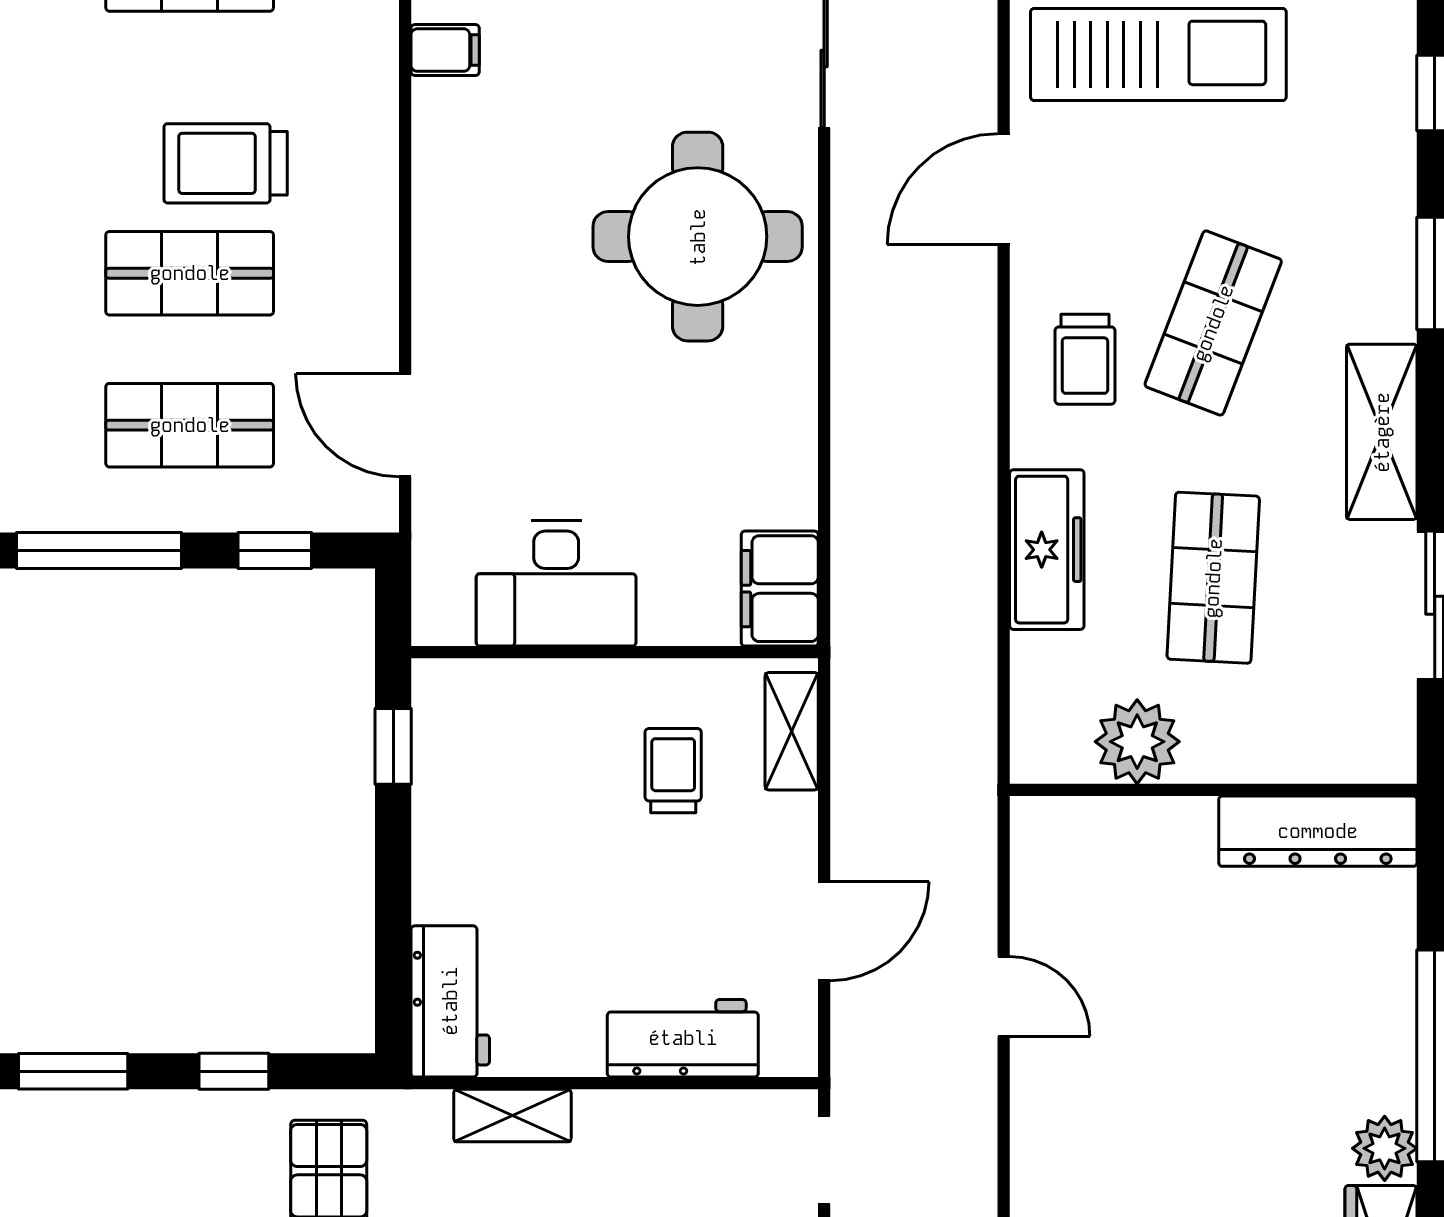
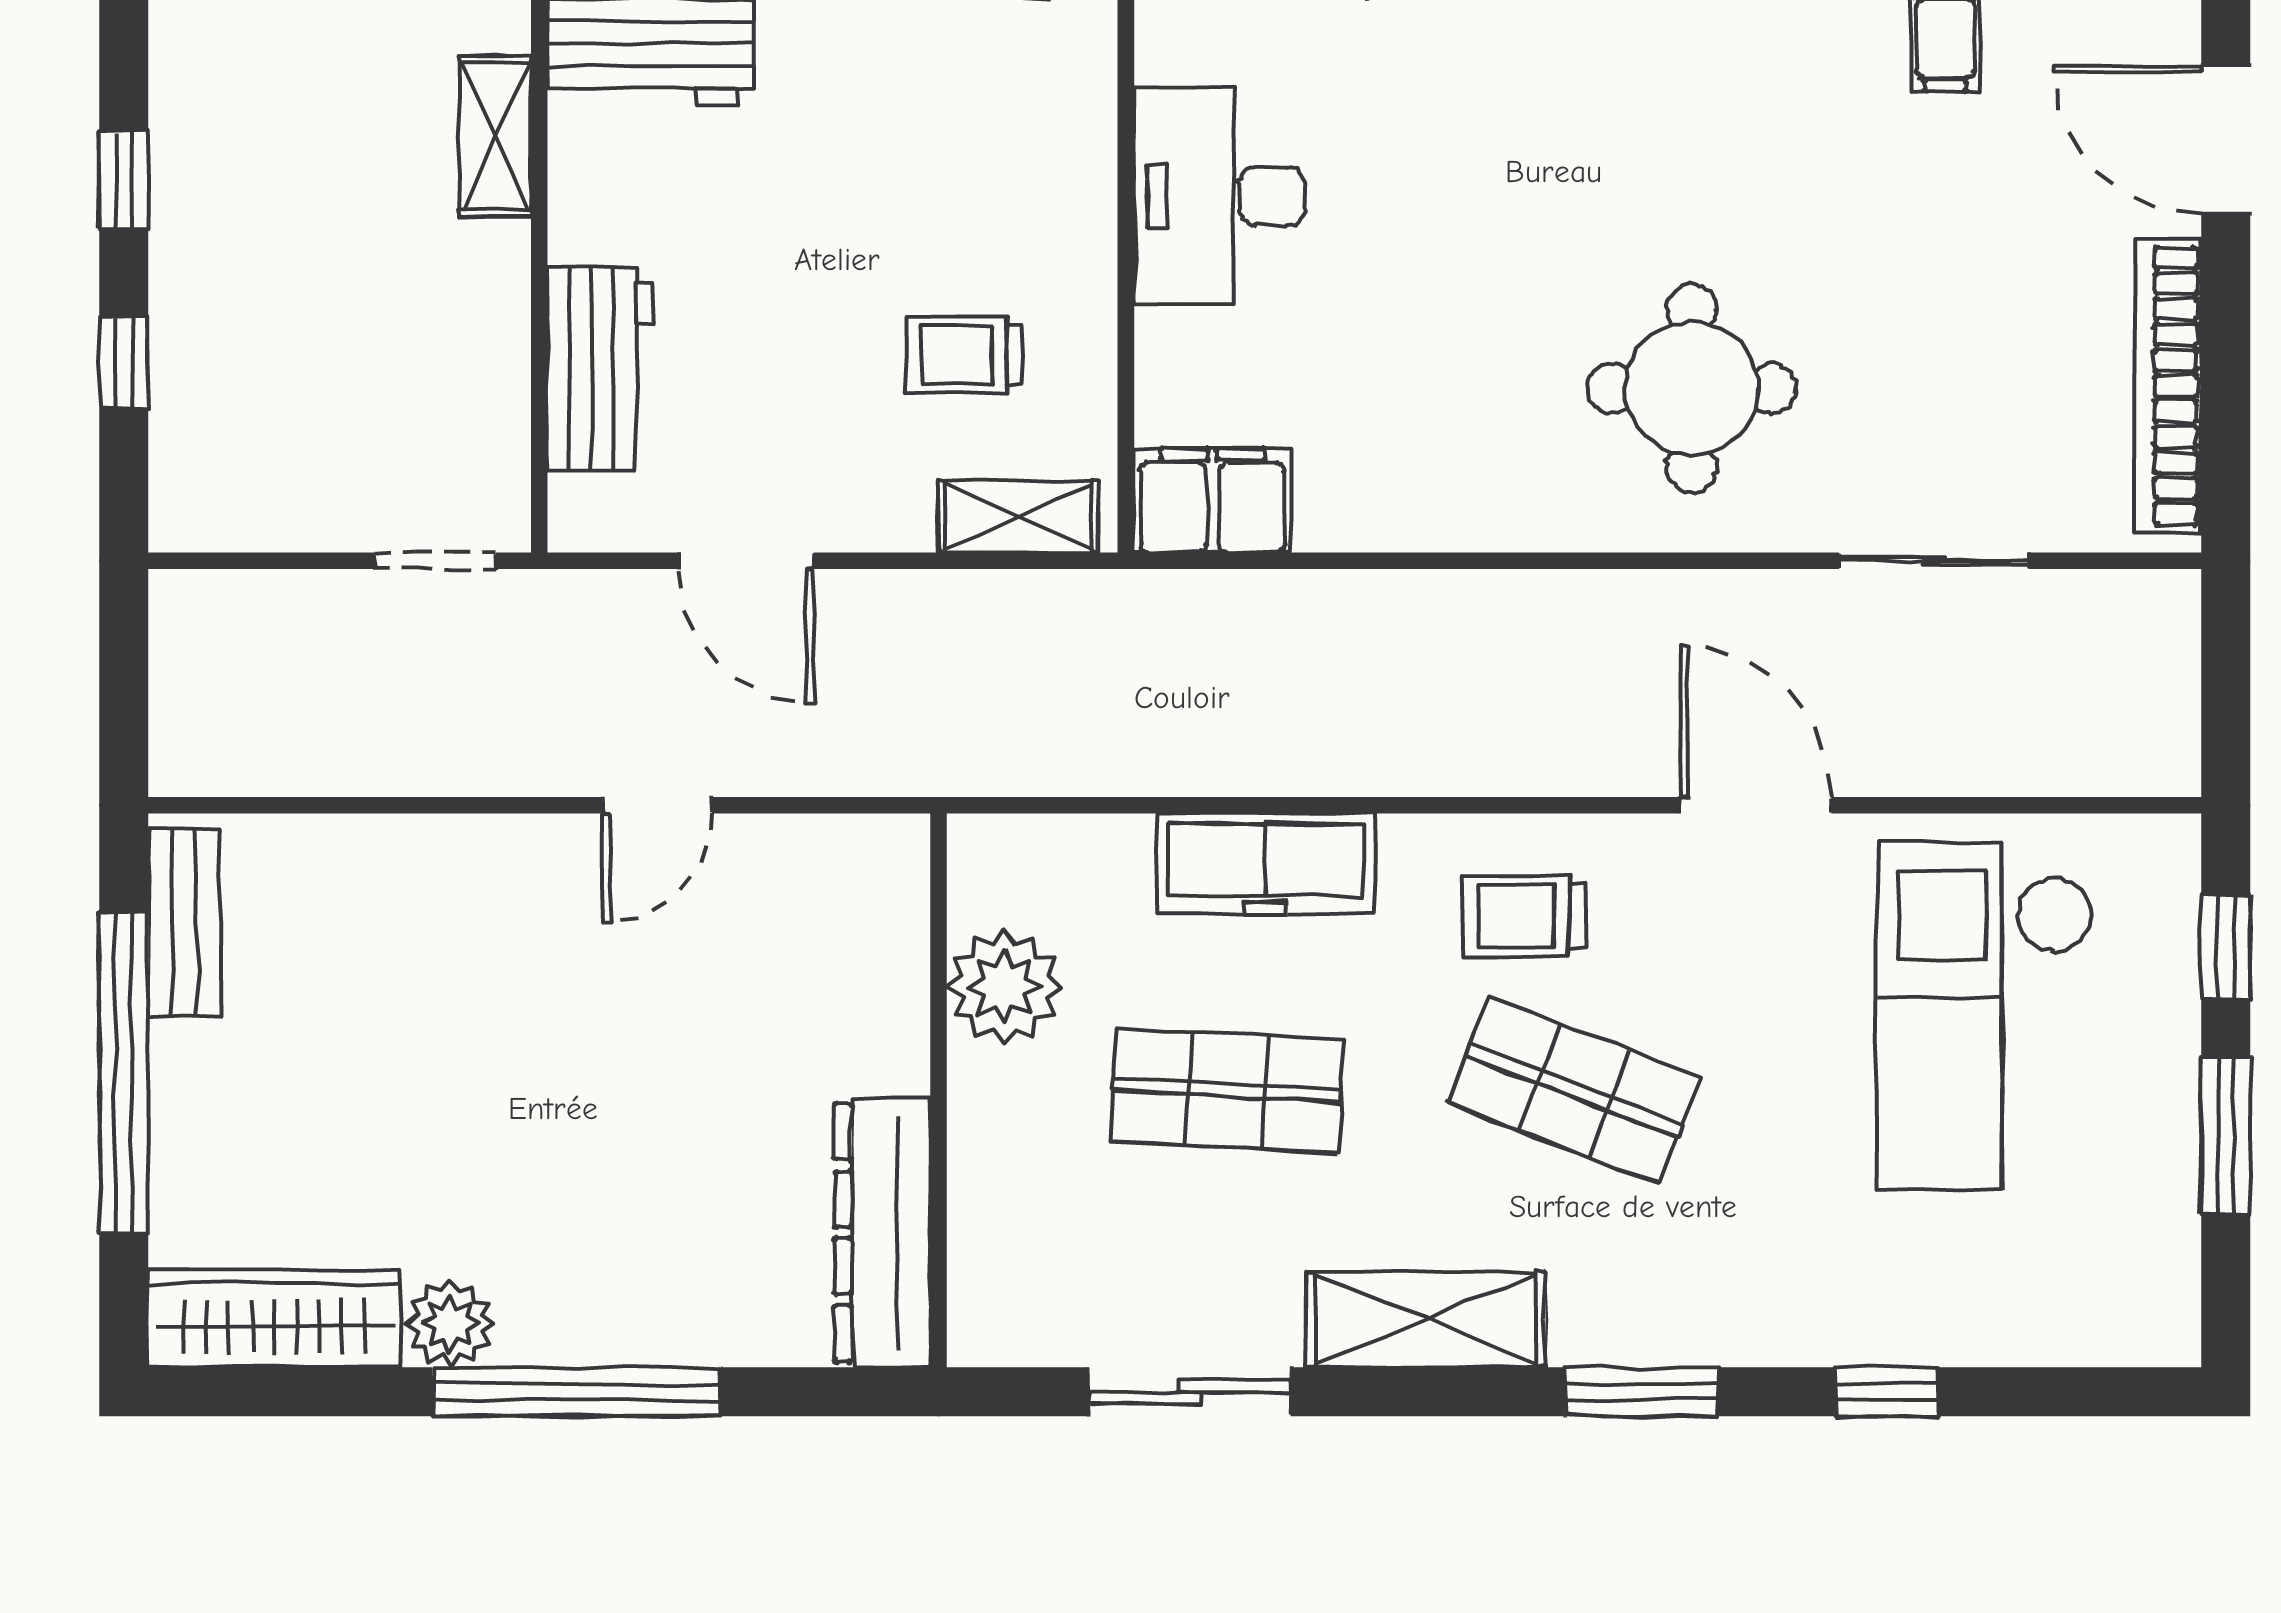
round table: (698, 237) -> (1692, 389), width x0.73, depth x0.73
trolley: (673, 771) -> (965, 355), turned 180

